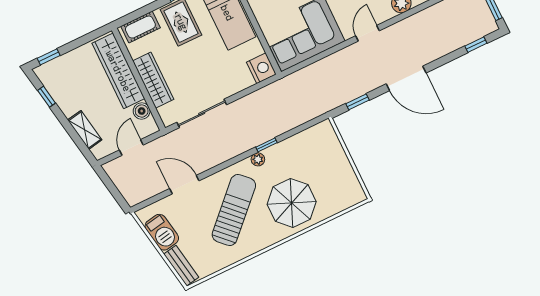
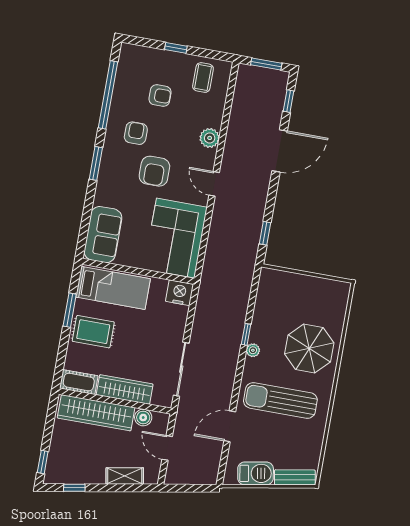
cot: (140, 27) -> (79, 382), moved, turned 90
door: (406, 78) -> (280, 151), moved
sun lounger: (234, 210) -> (280, 400), turned -45

